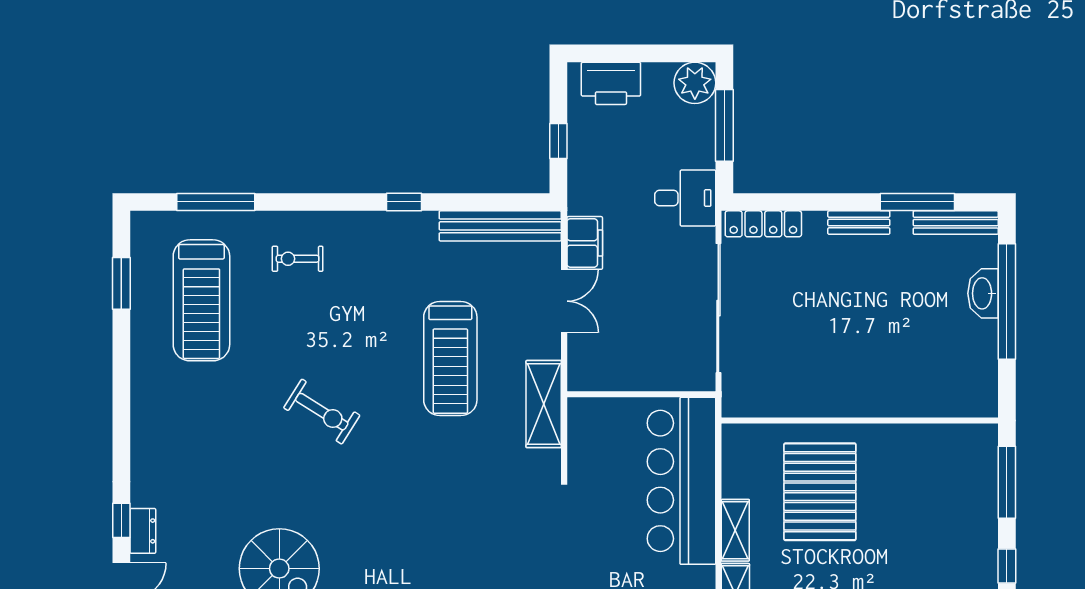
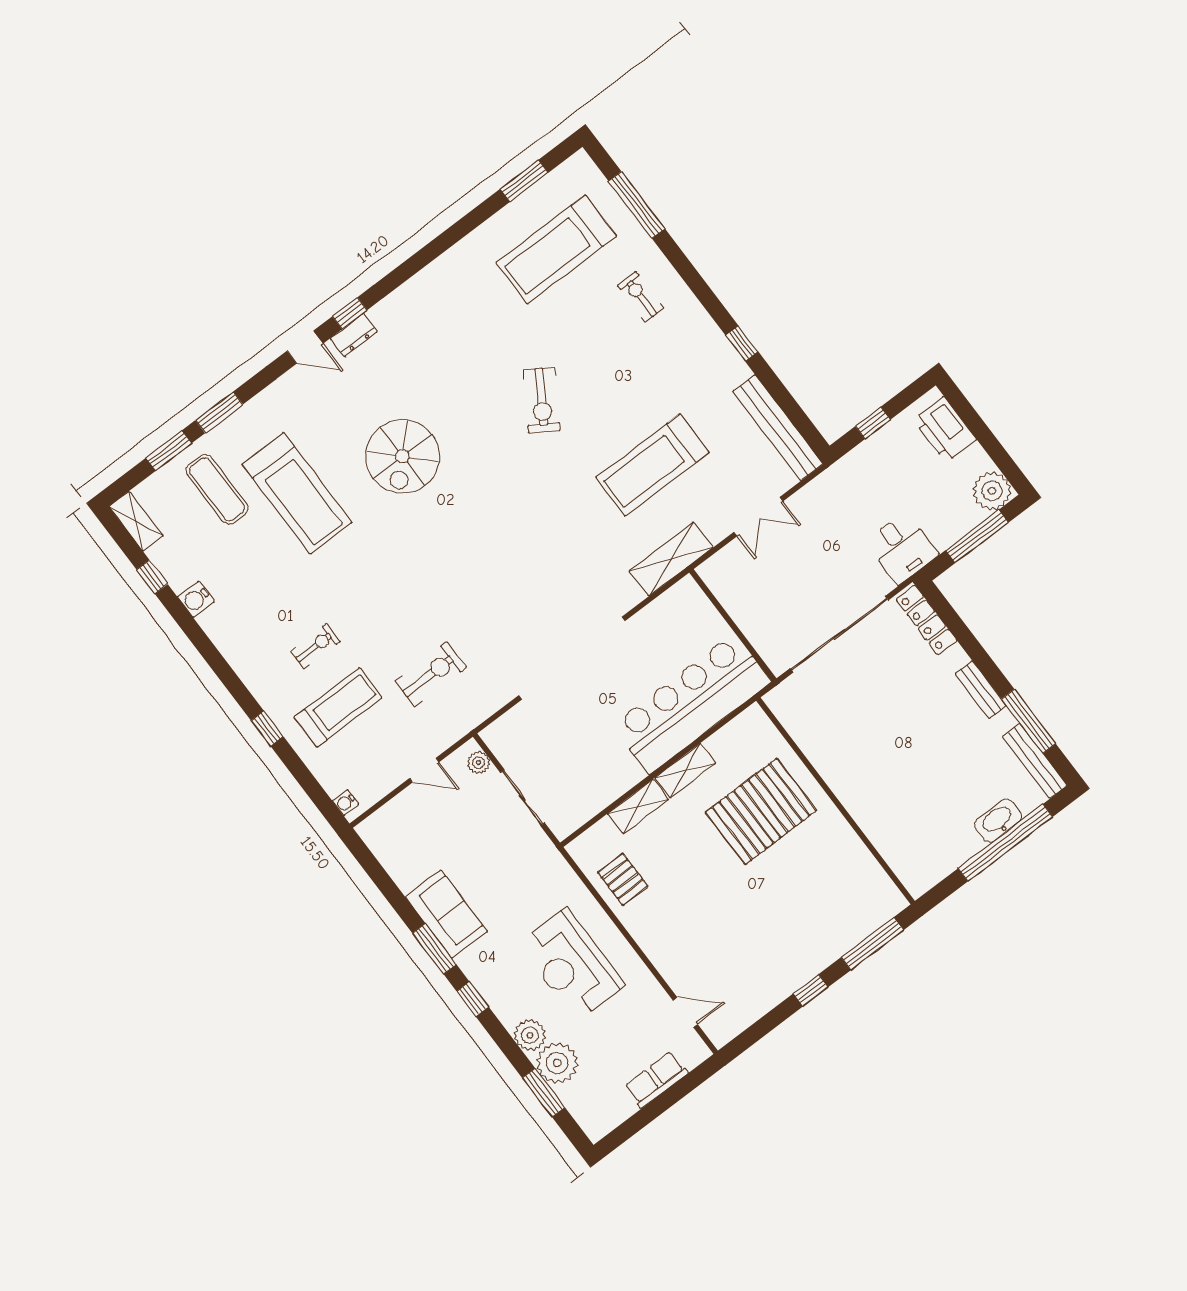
filing cabinet: (585, 243) -> (813, 499), removed

